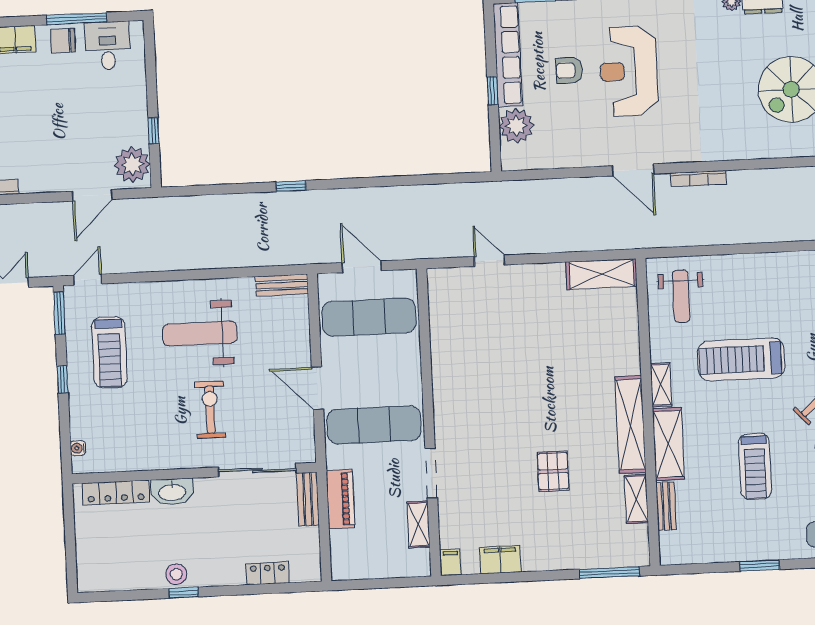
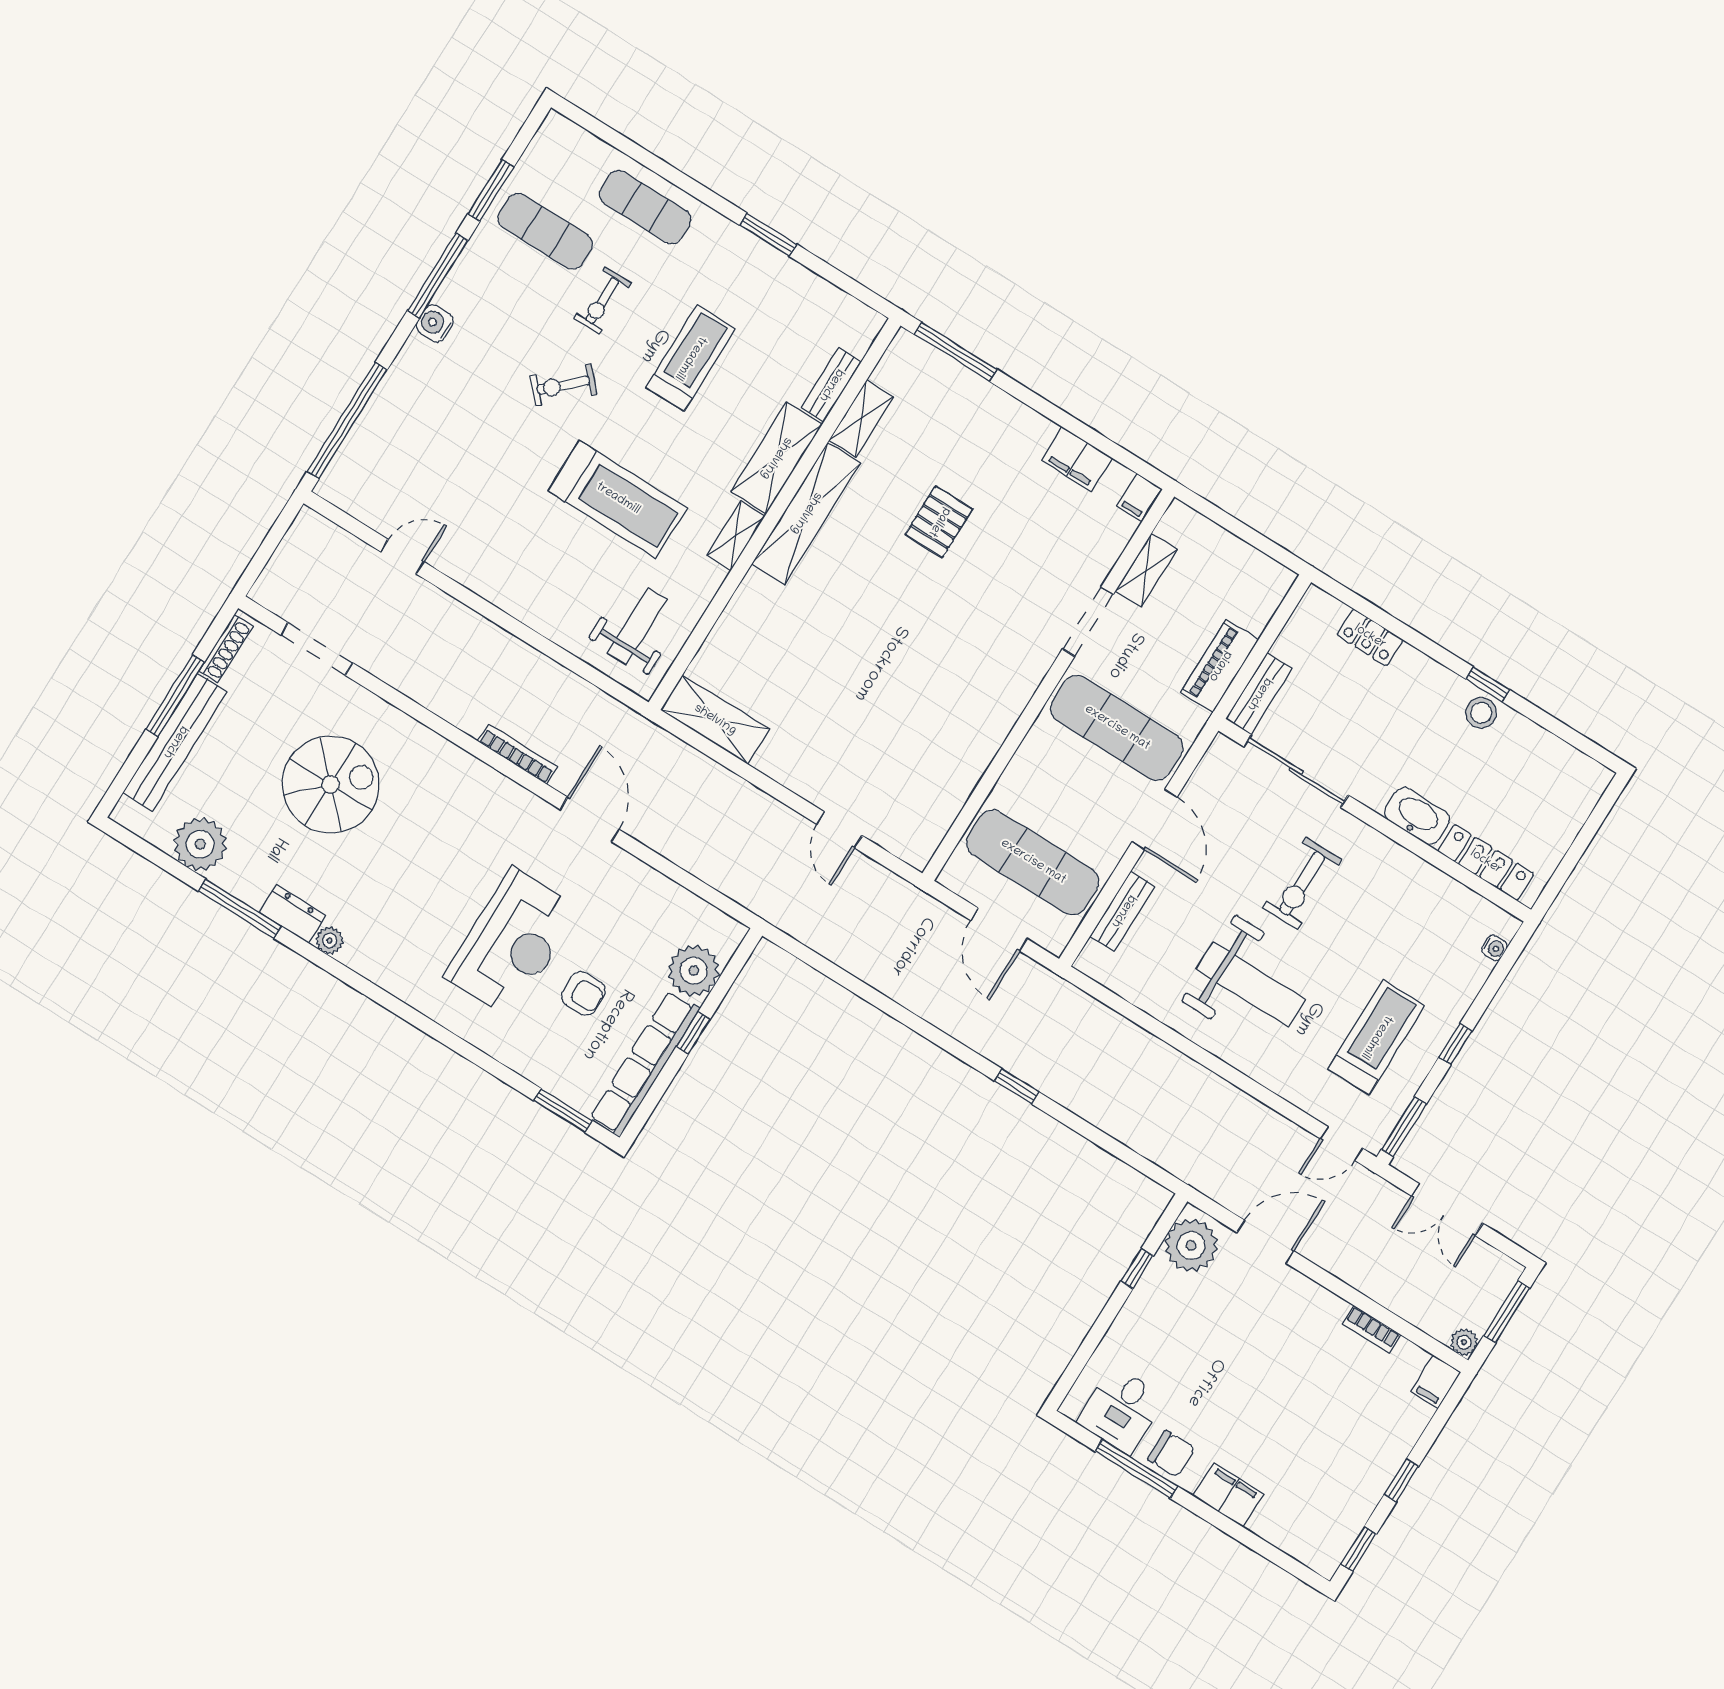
bench: (282, 285) -> (1123, 911), moved, turned 90

